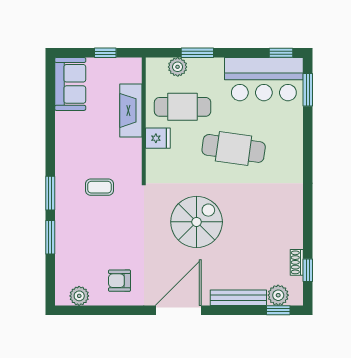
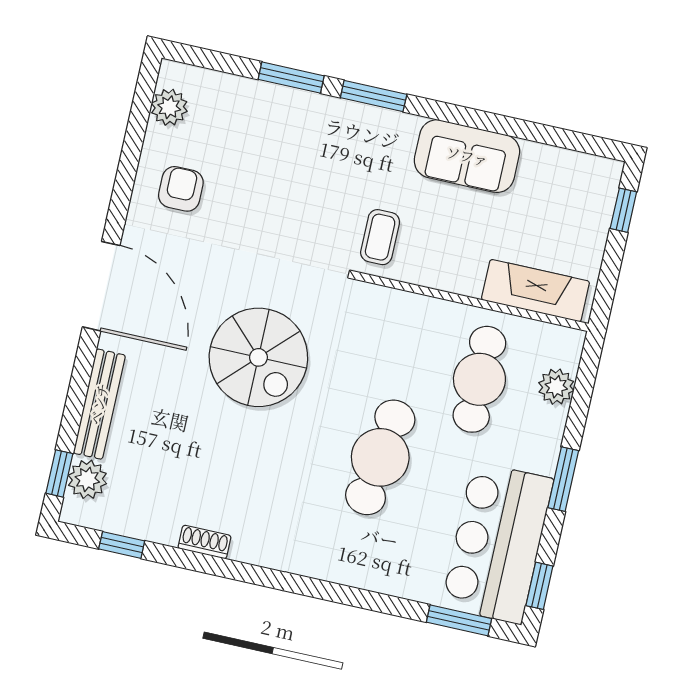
window: (105, 53) -> (623, 210), moved
window: (197, 53) -> (563, 479), moved
sofa: (70, 84) -> (467, 156), moved
fireplace: (131, 110) -> (535, 291), moved
fridge: (158, 138) -> (431, 320), removed
coffee table: (99, 187) -> (380, 237), moved
shoe rack: (297, 262) -> (205, 542), moved

